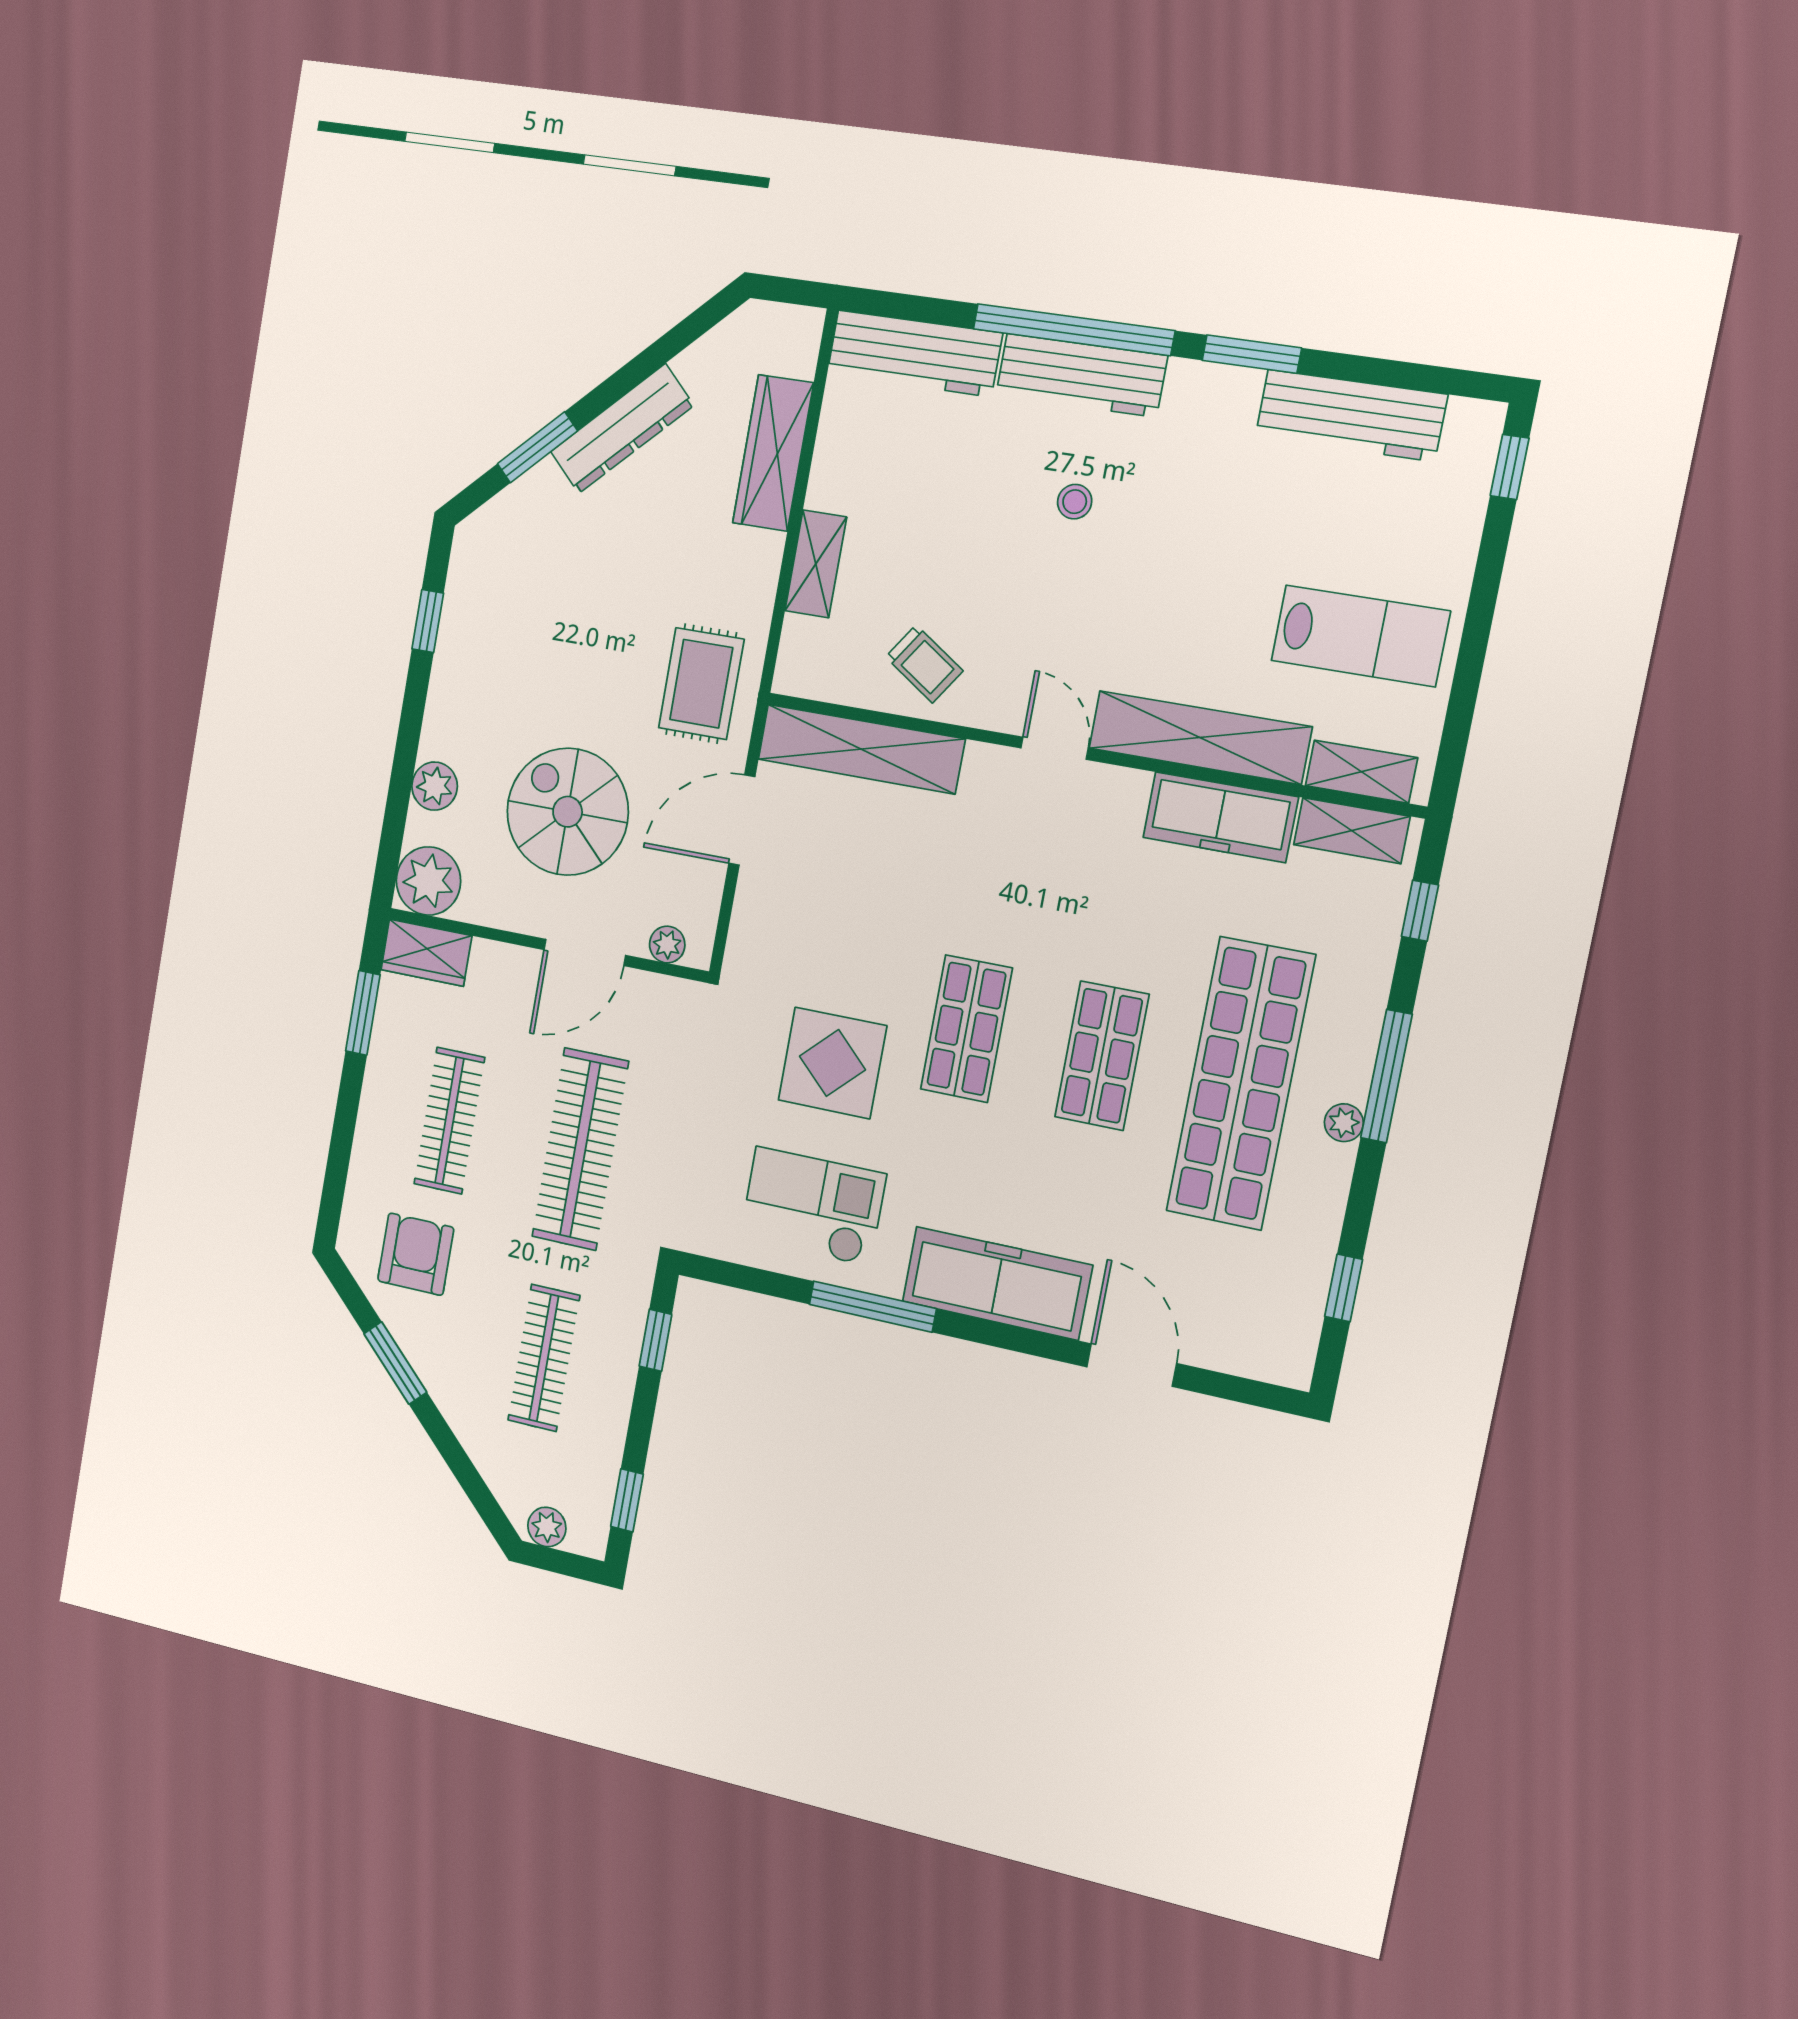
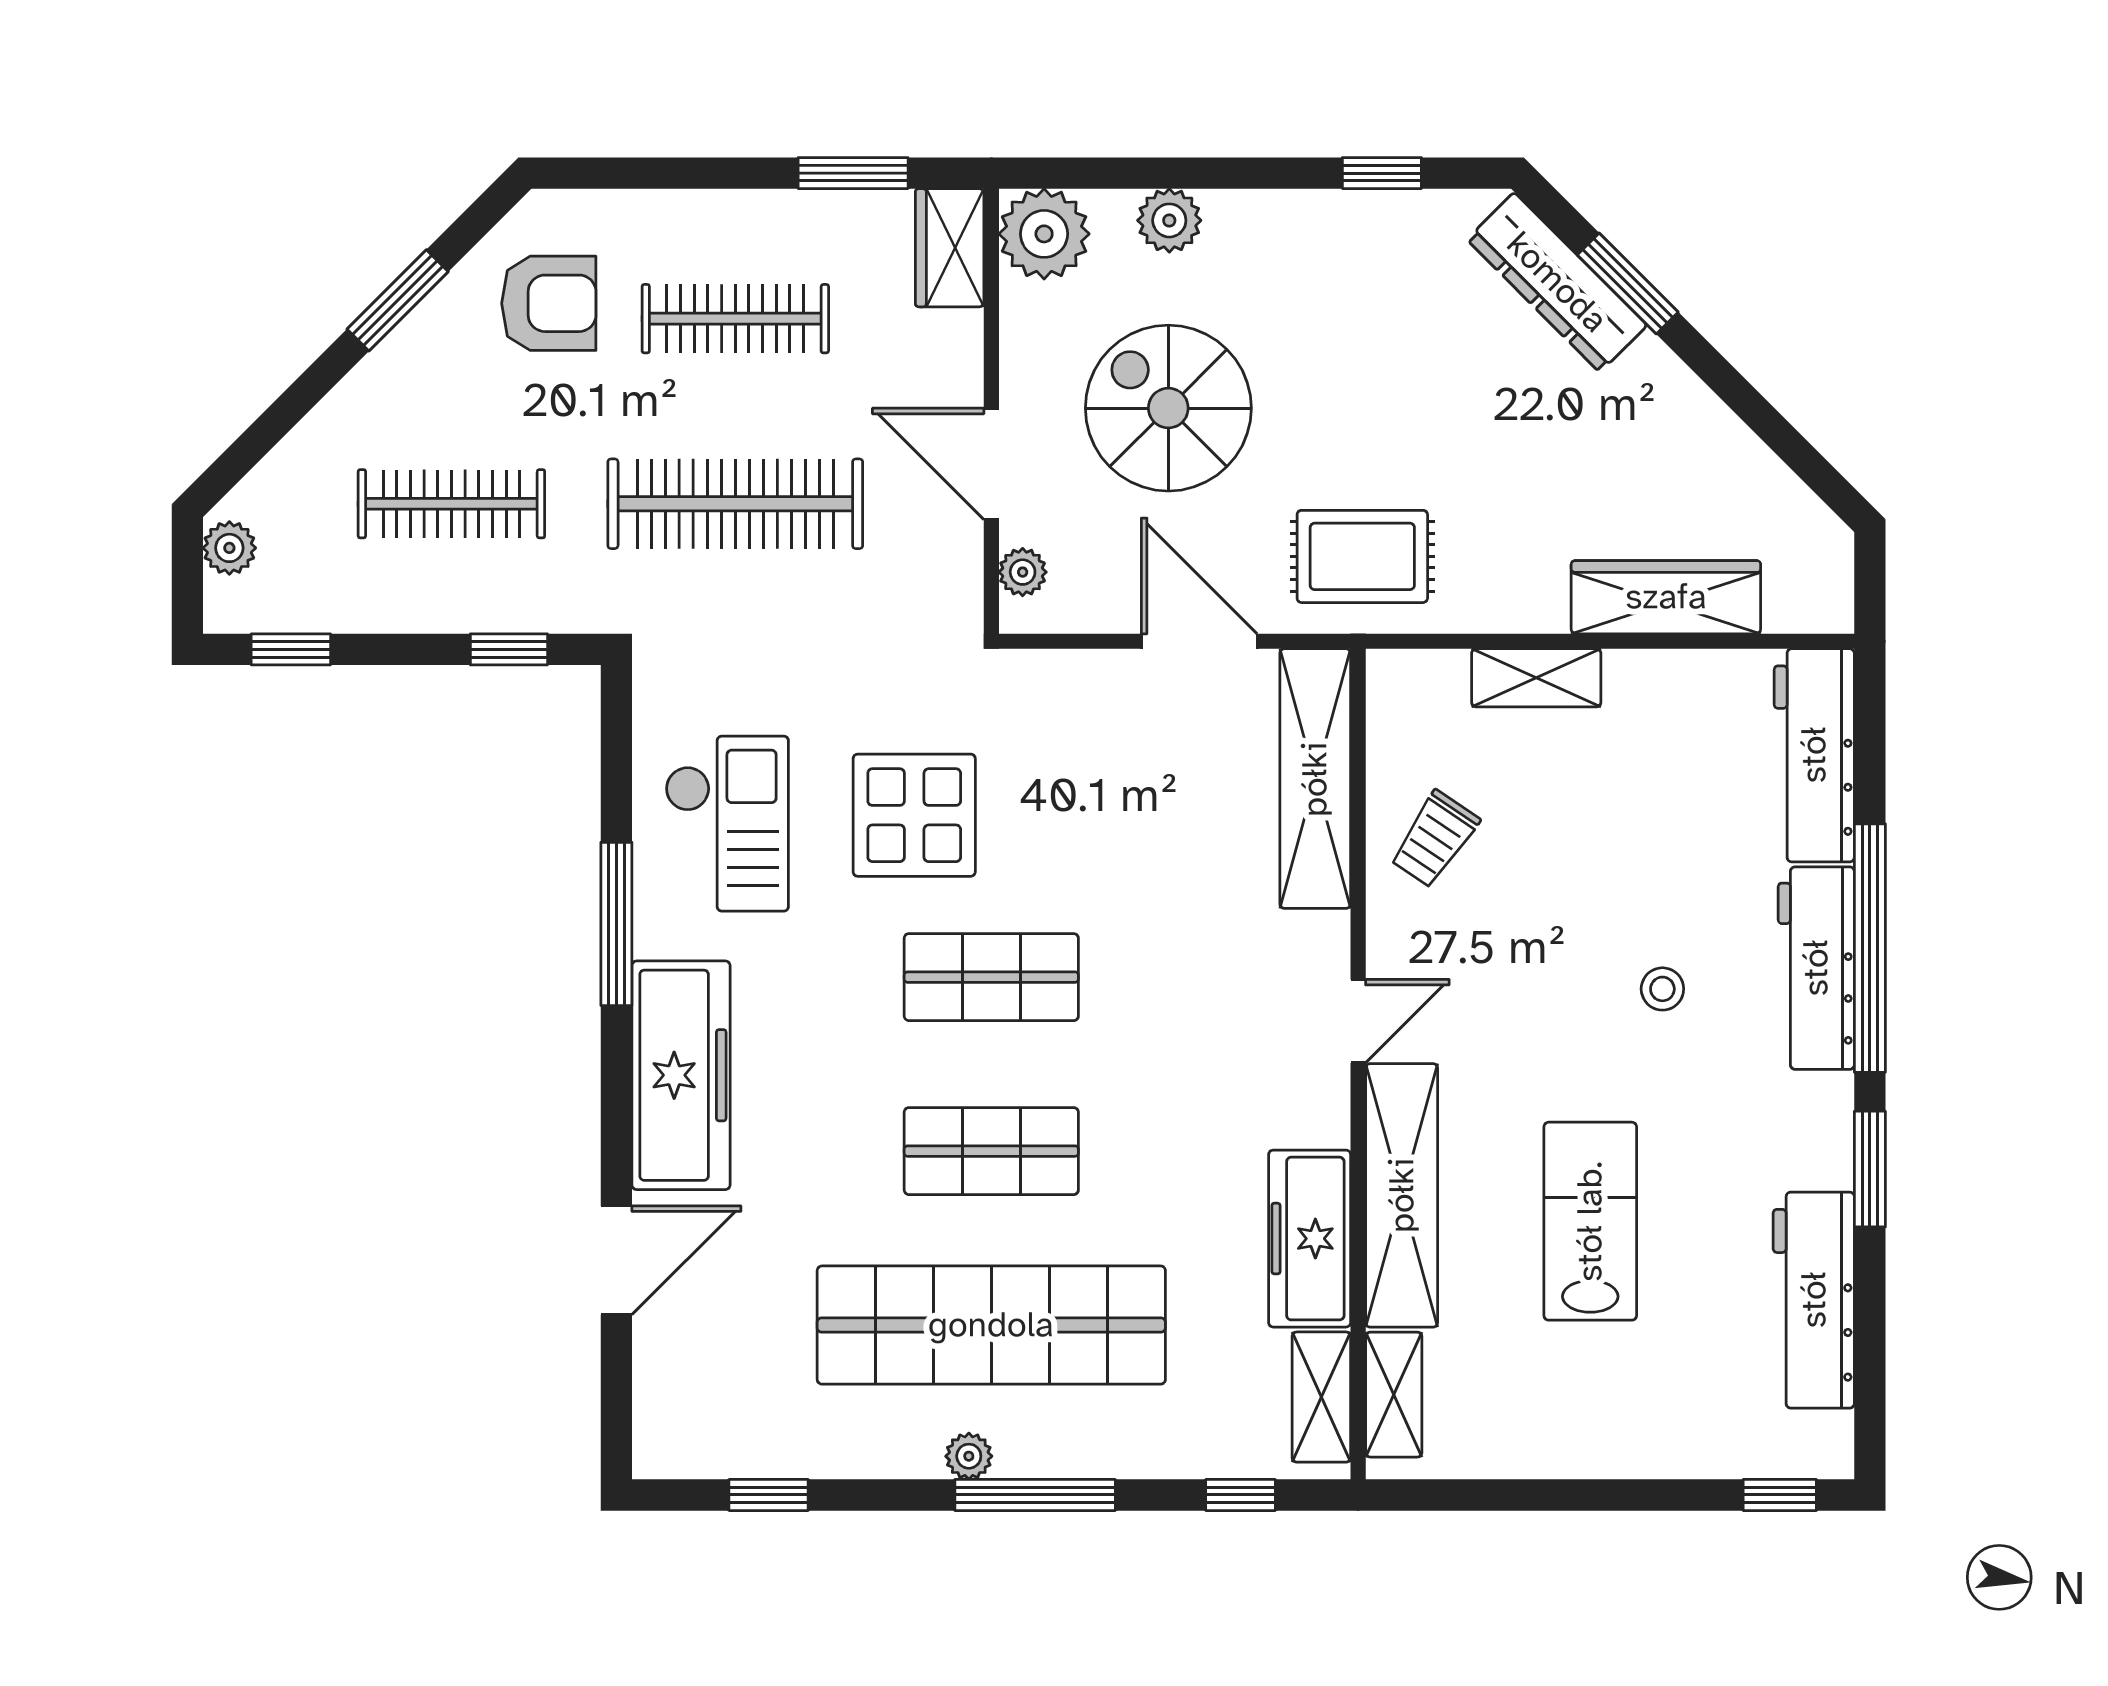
dresser: (622, 429) -> (1557, 282), moved
lab bench: (1360, 636) -> (1590, 1221), moved, turned 180
spiral stairs: (568, 812) -> (1168, 408), turned -90

